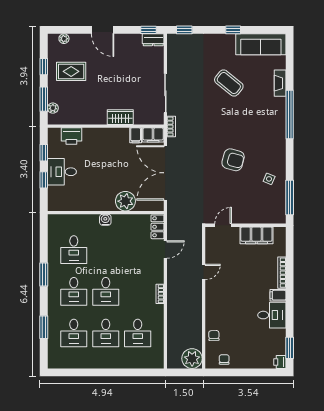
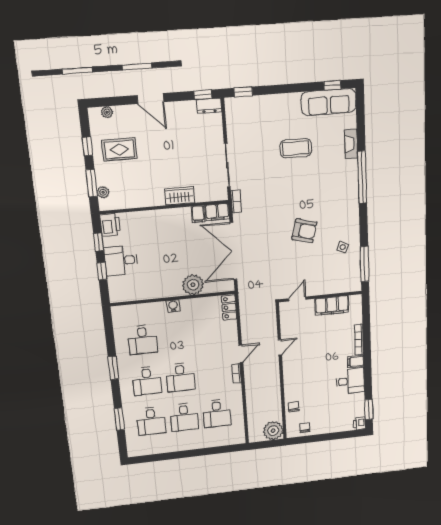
window: (233, 30) -> (332, 85), moved
coffee table: (229, 83) -> (296, 148), turned -39
printer: (71, 136) -> (110, 225), moved, turned -90
door: (165, 249) -> (241, 354), moved

